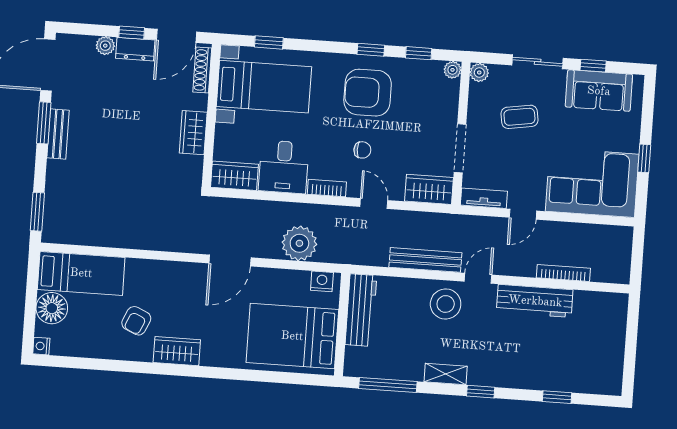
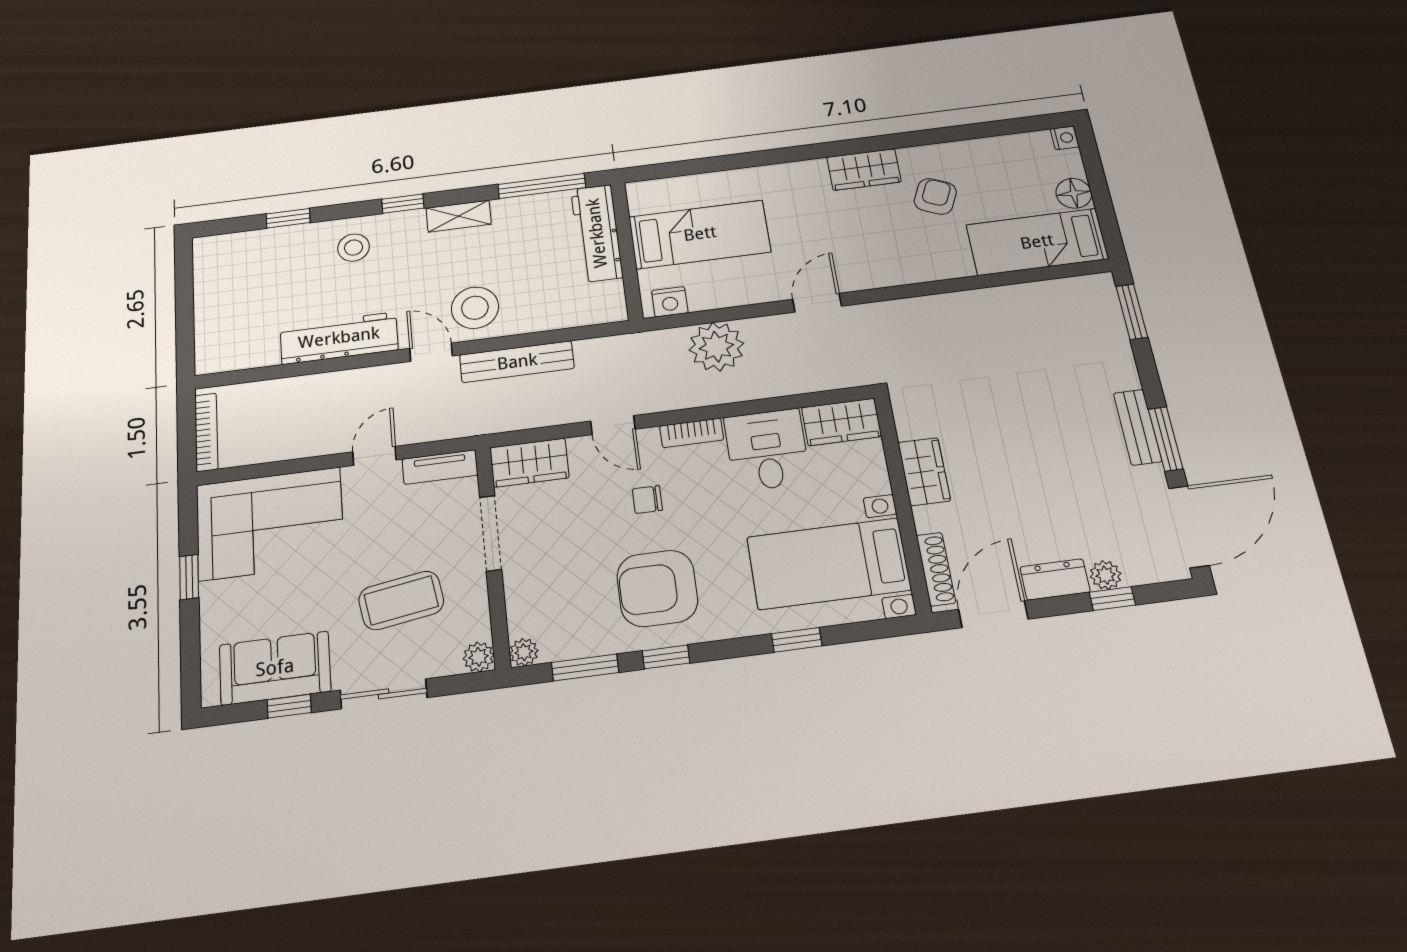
window: (132, 33) -> (1112, 599), moved
window: (269, 42) -> (797, 640), moved
window: (419, 53) -> (585, 667), width x1.50
armchair: (368, 93) -> (657, 588), turned 180
coffee table: (519, 117) -> (401, 600), width x1.36, depth x1.30
door: (230, 260) -> (817, 303), width x0.73
bookcase: (563, 273) -> (206, 432), moved, turned -90
door: (478, 278) -> (431, 352), swing flipped
floor lamp: (52, 308) -> (1074, 193), width x0.73, depth x0.73
workbench: (361, 310) -> (597, 233), moved
bed: (292, 336) -> (700, 234), width x0.67
stool: (517, 365) -> (353, 248), added

